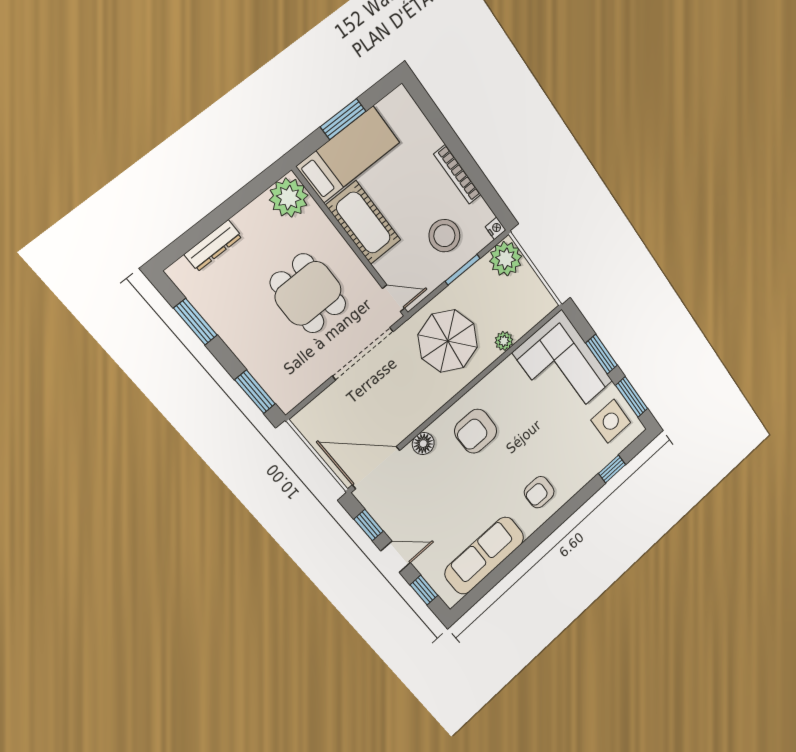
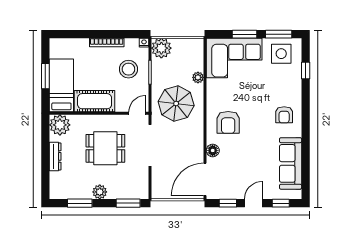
dresser: (213, 246) -> (55, 156), moved
plant: (237, 337) -> (100, 192), added

